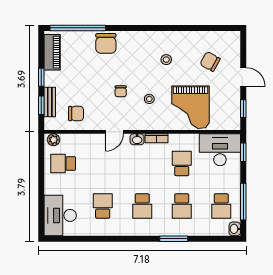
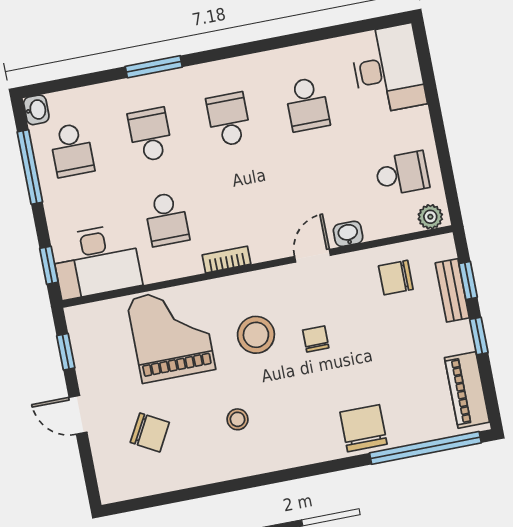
stool: (149, 99) -> (256, 335), width x1.89, depth x1.89
washbasin: (137, 139) -> (348, 234), moved
school desk: (221, 206) -> (72, 150), turned 180

